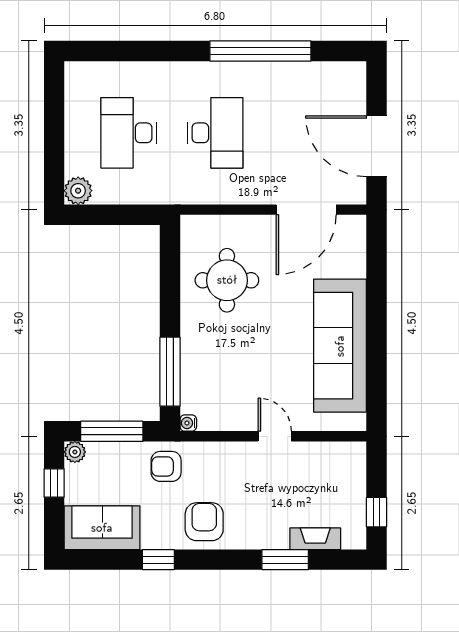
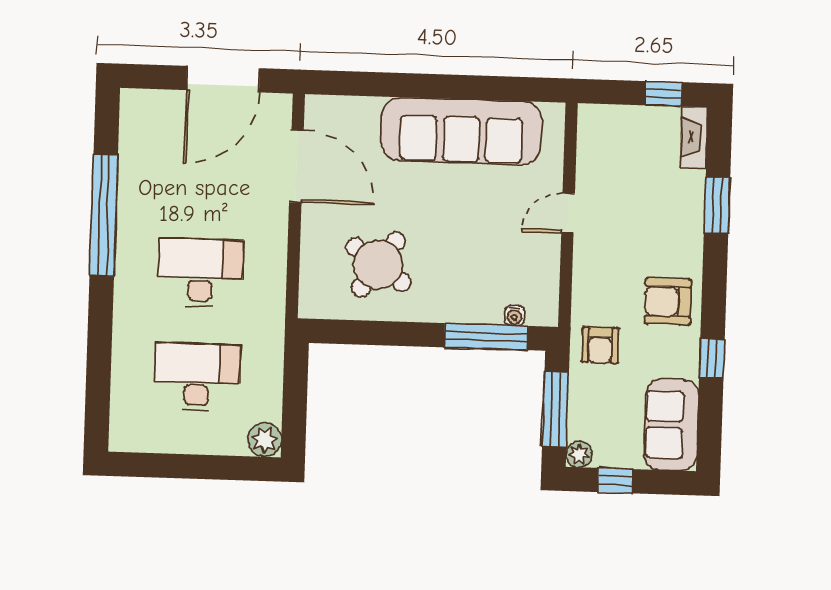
desk: (129, 133) -> (197, 377), turned 180
round table: (227, 280) -> (378, 264), turned 35
water cooler: (188, 423) -> (514, 316), moved
fireplace: (315, 539) -> (694, 137), moved

